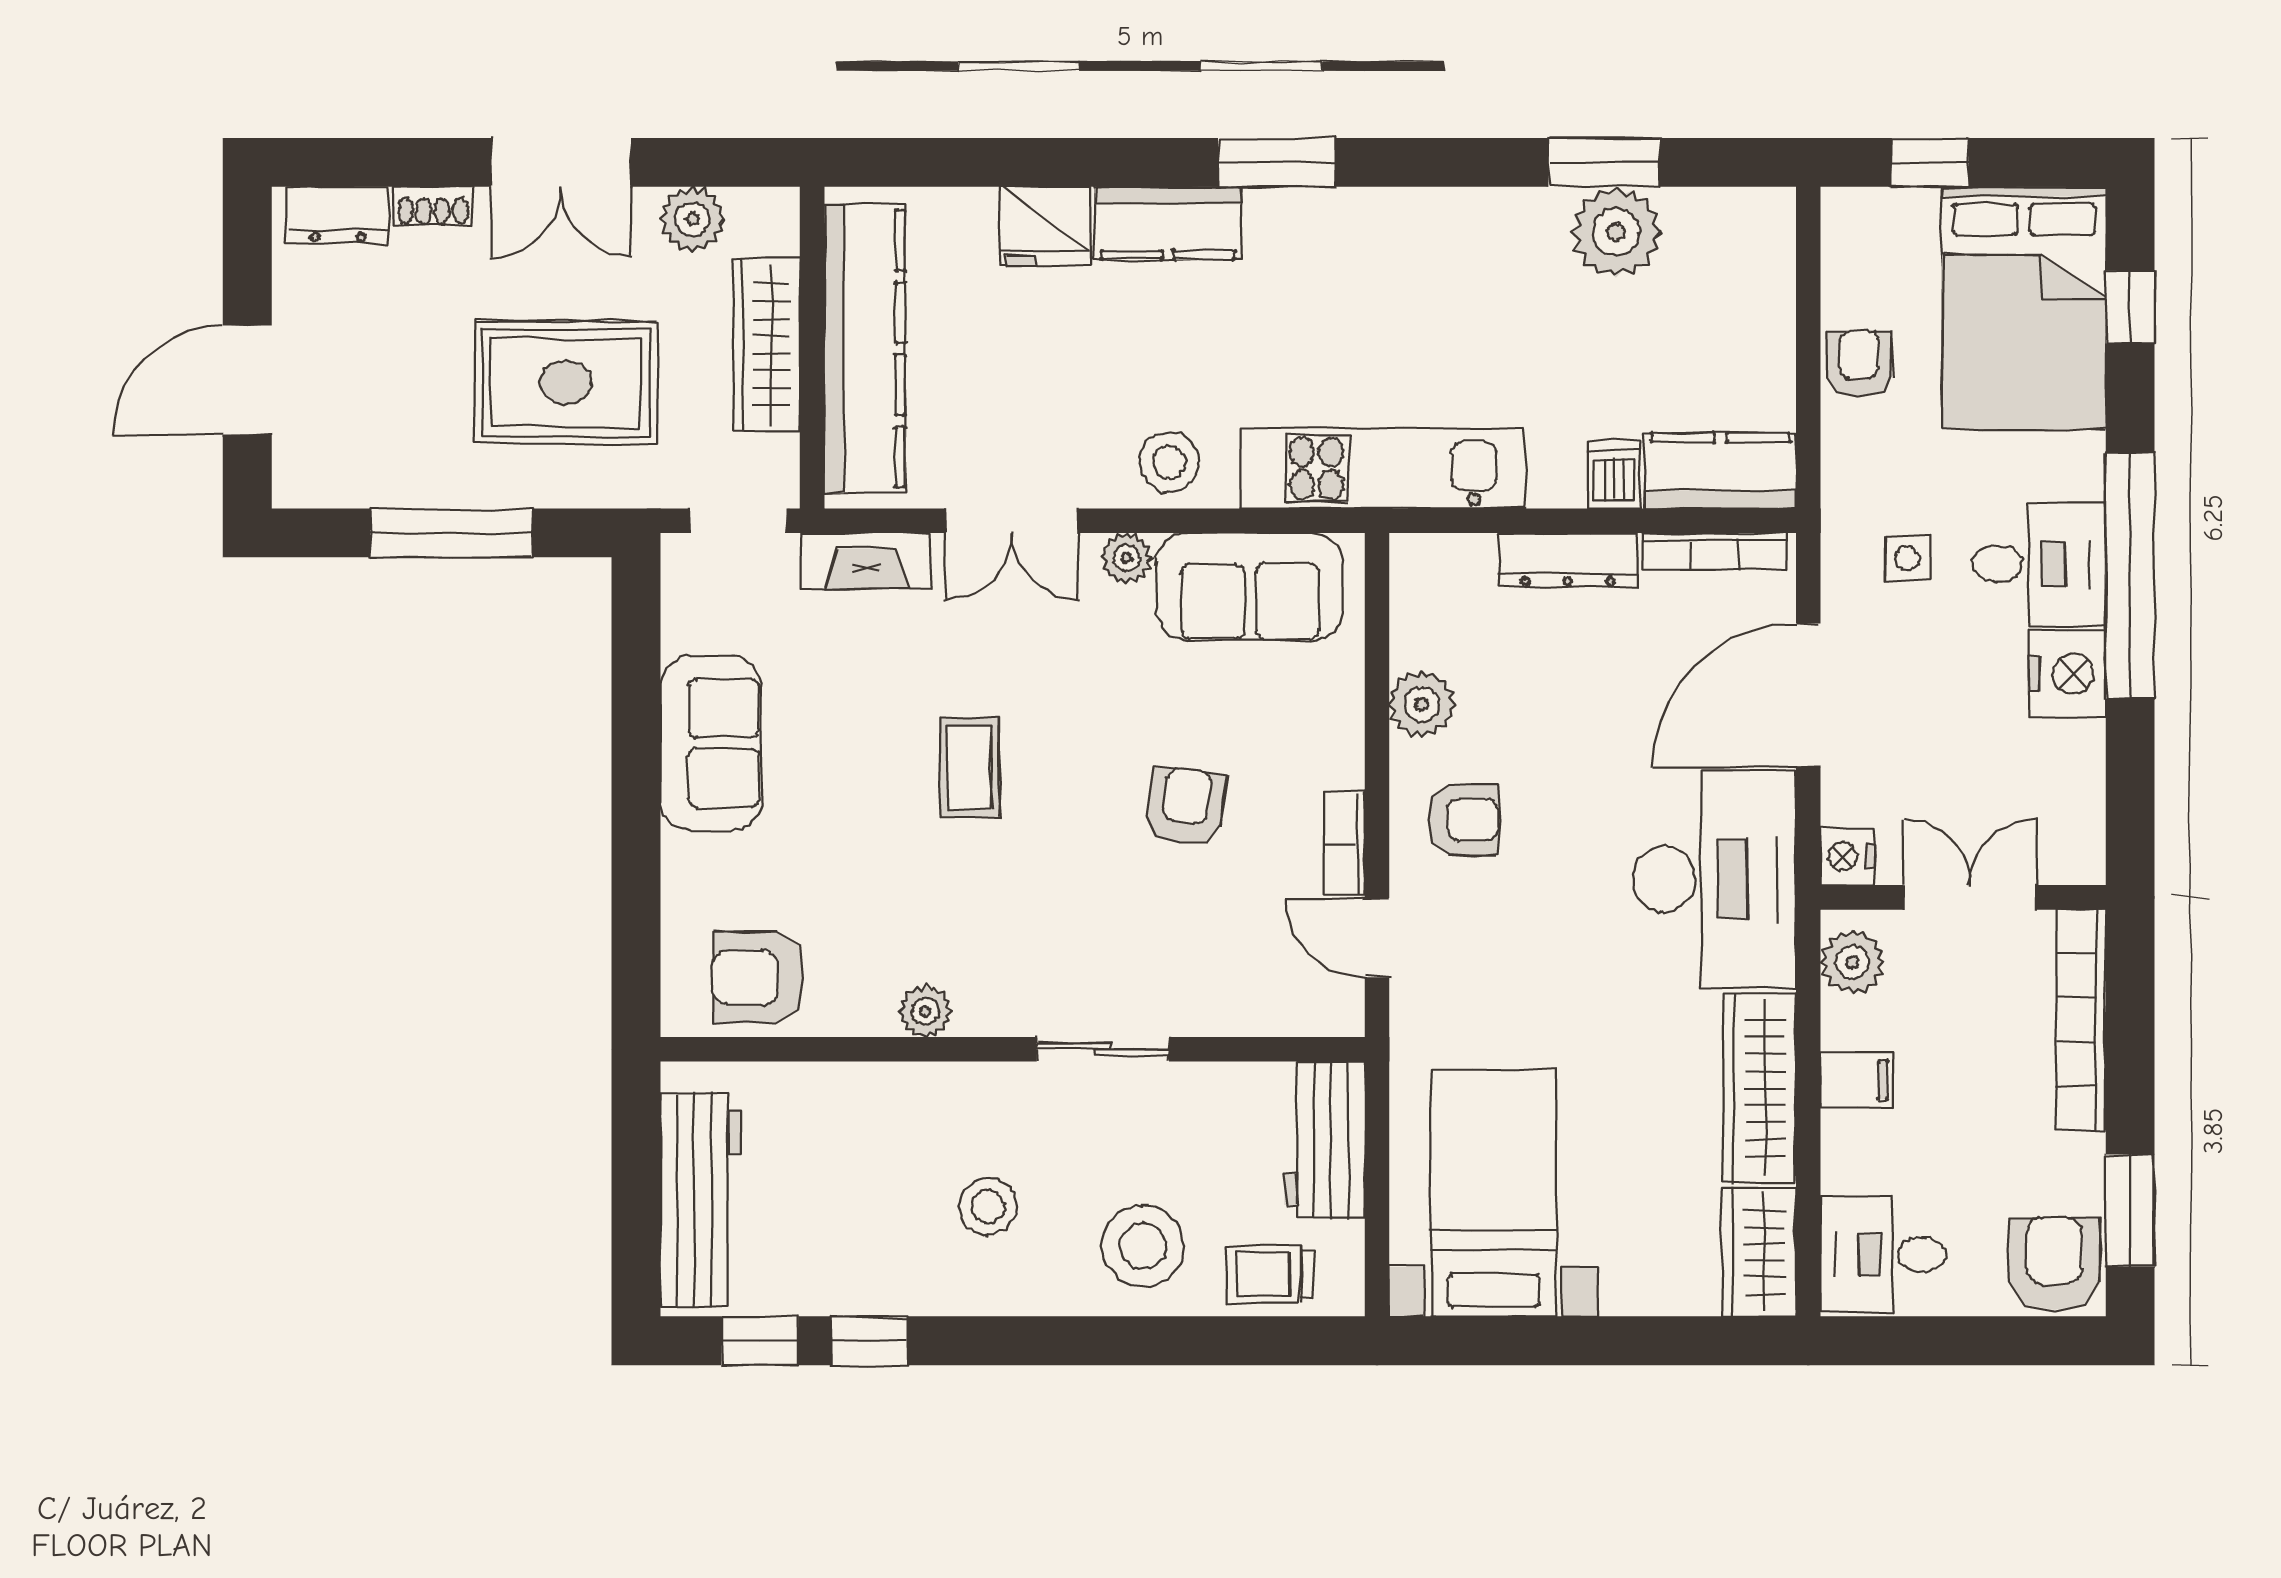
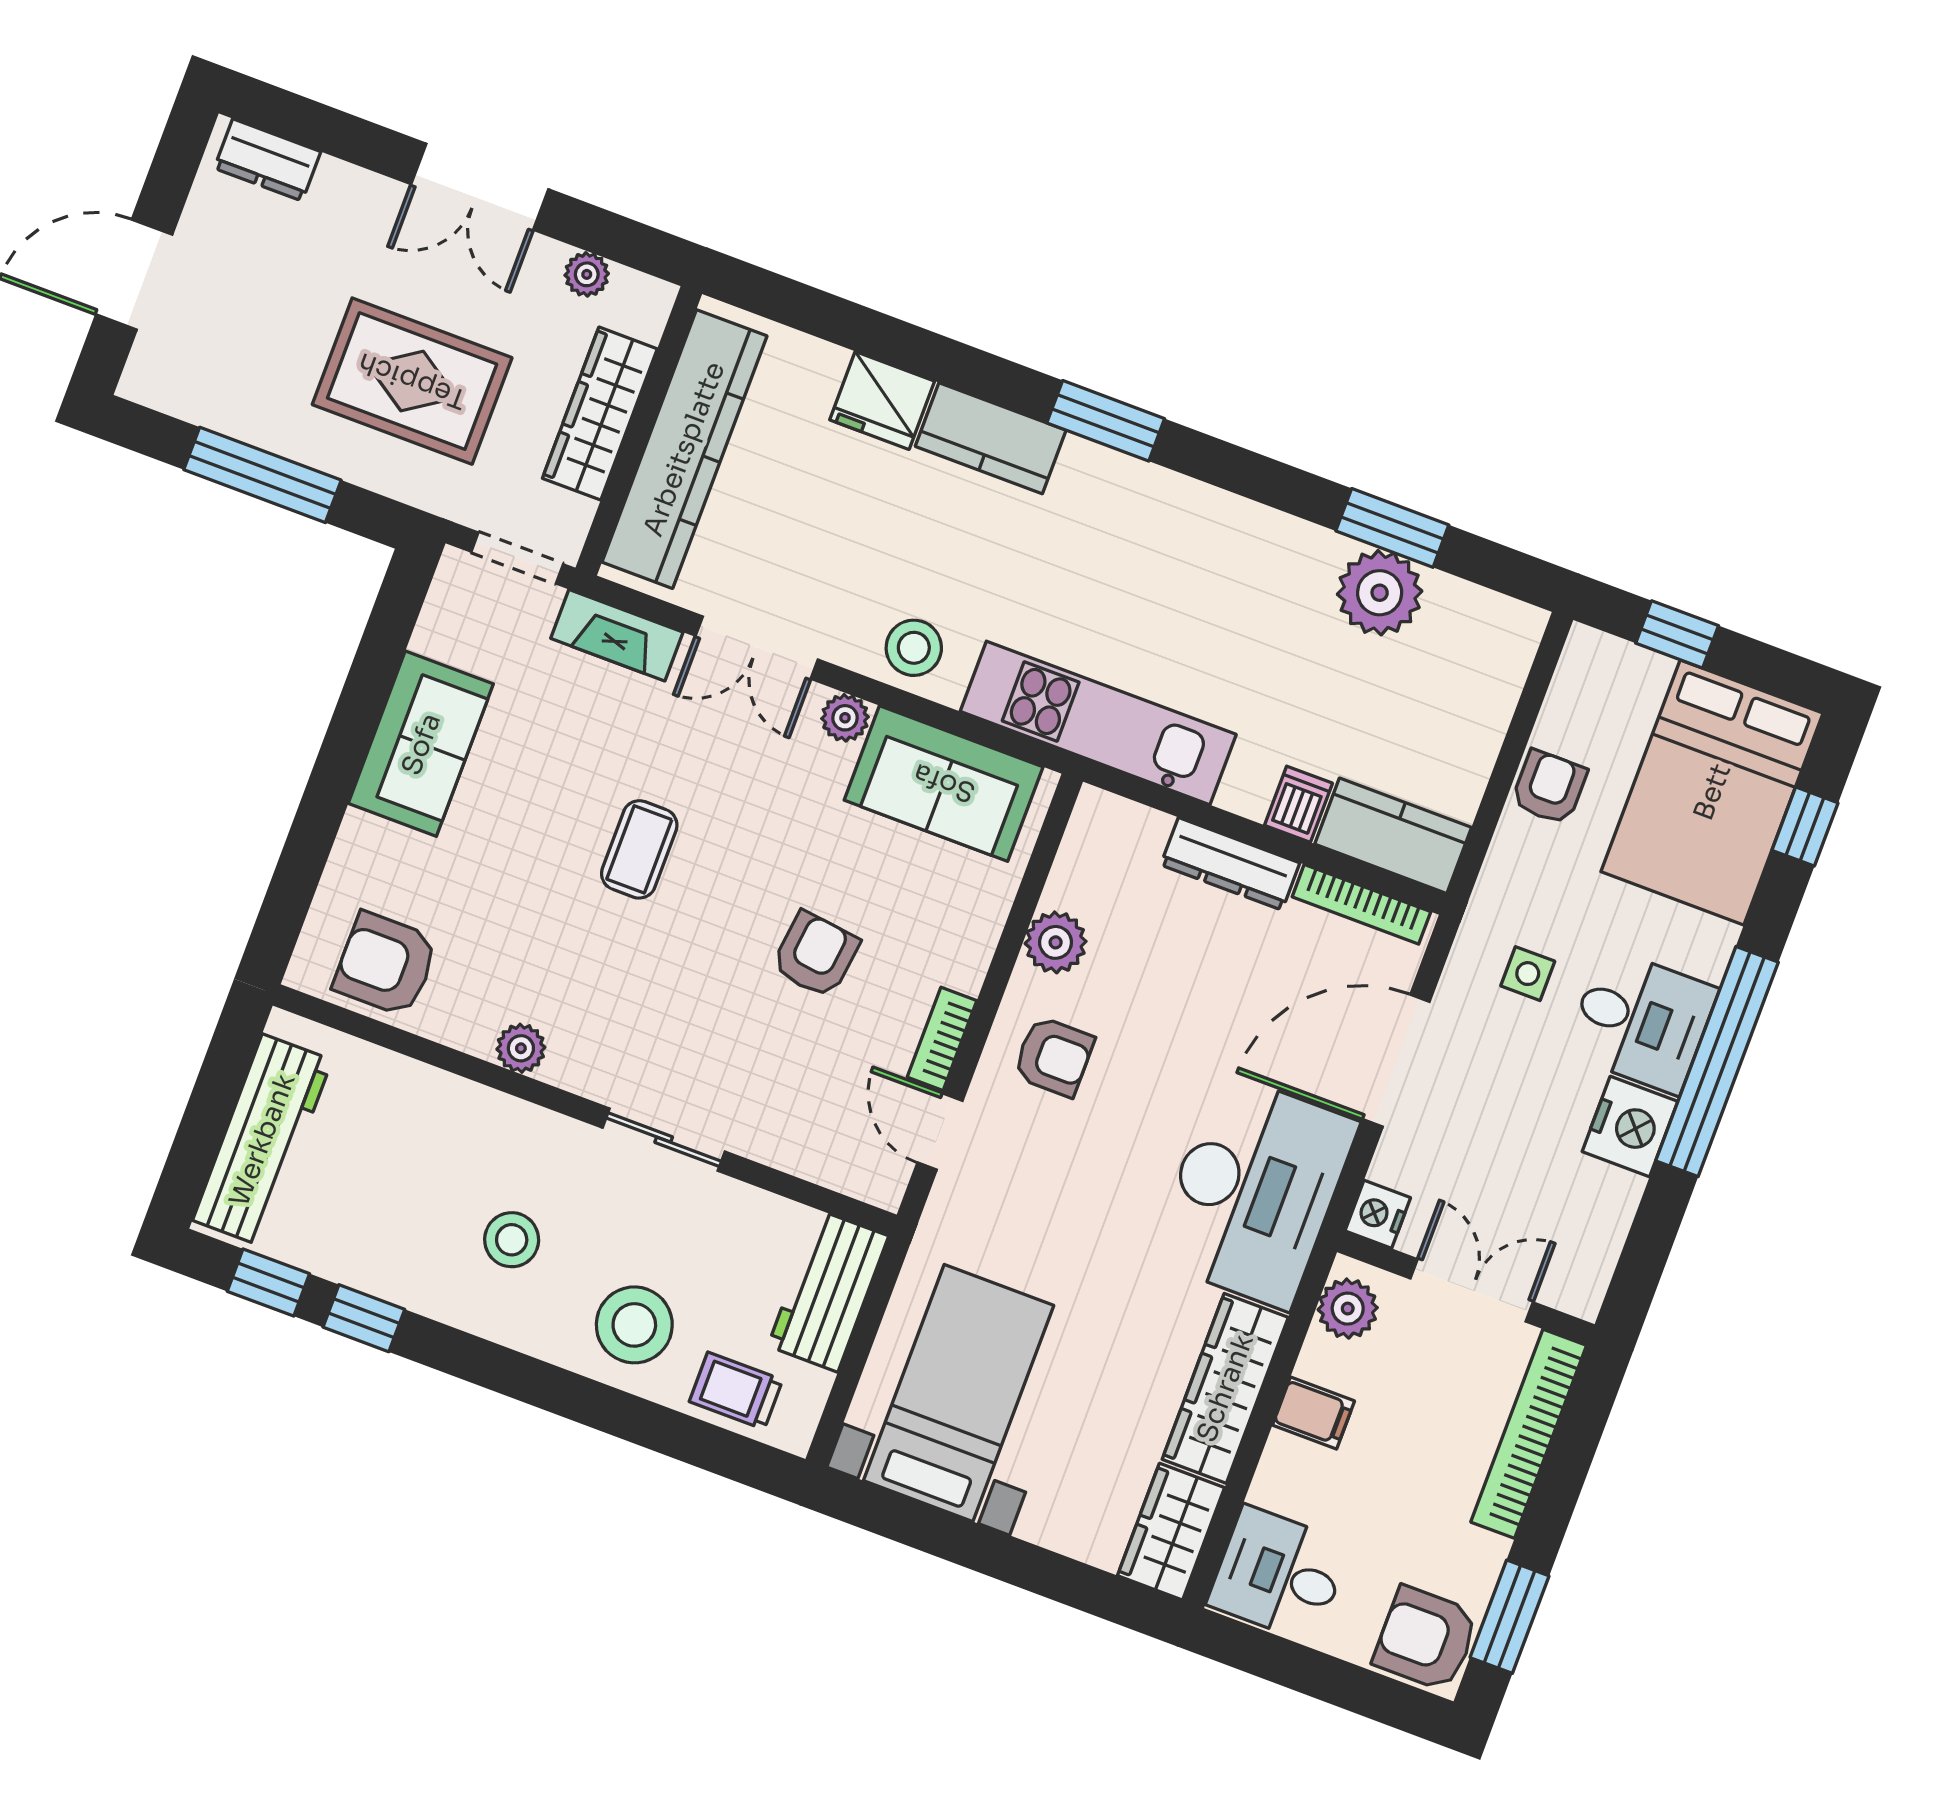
shoe rack: (433, 206) -> (353, 183), removed
plant: (692, 219) -> (587, 274), width x0.73, depth x0.73
armchair: (2054, 1264) -> (1426, 1639), turned -90

